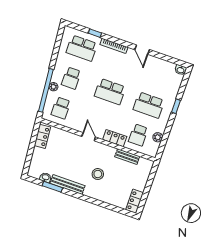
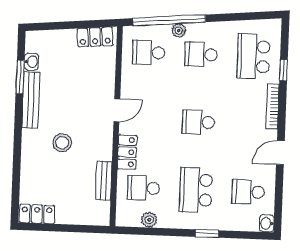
school desk: (159, 75) -> (248, 192), added
school desk: (110, 92) -> (198, 122), width x0.54

